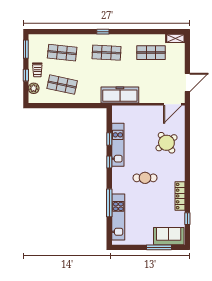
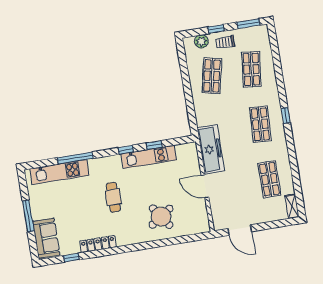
door: (173, 104) -> (205, 186), moved
window: (159, 247) -> (28, 216), moved

